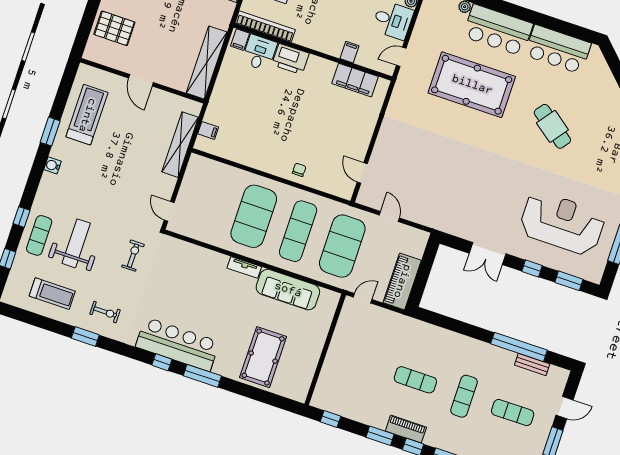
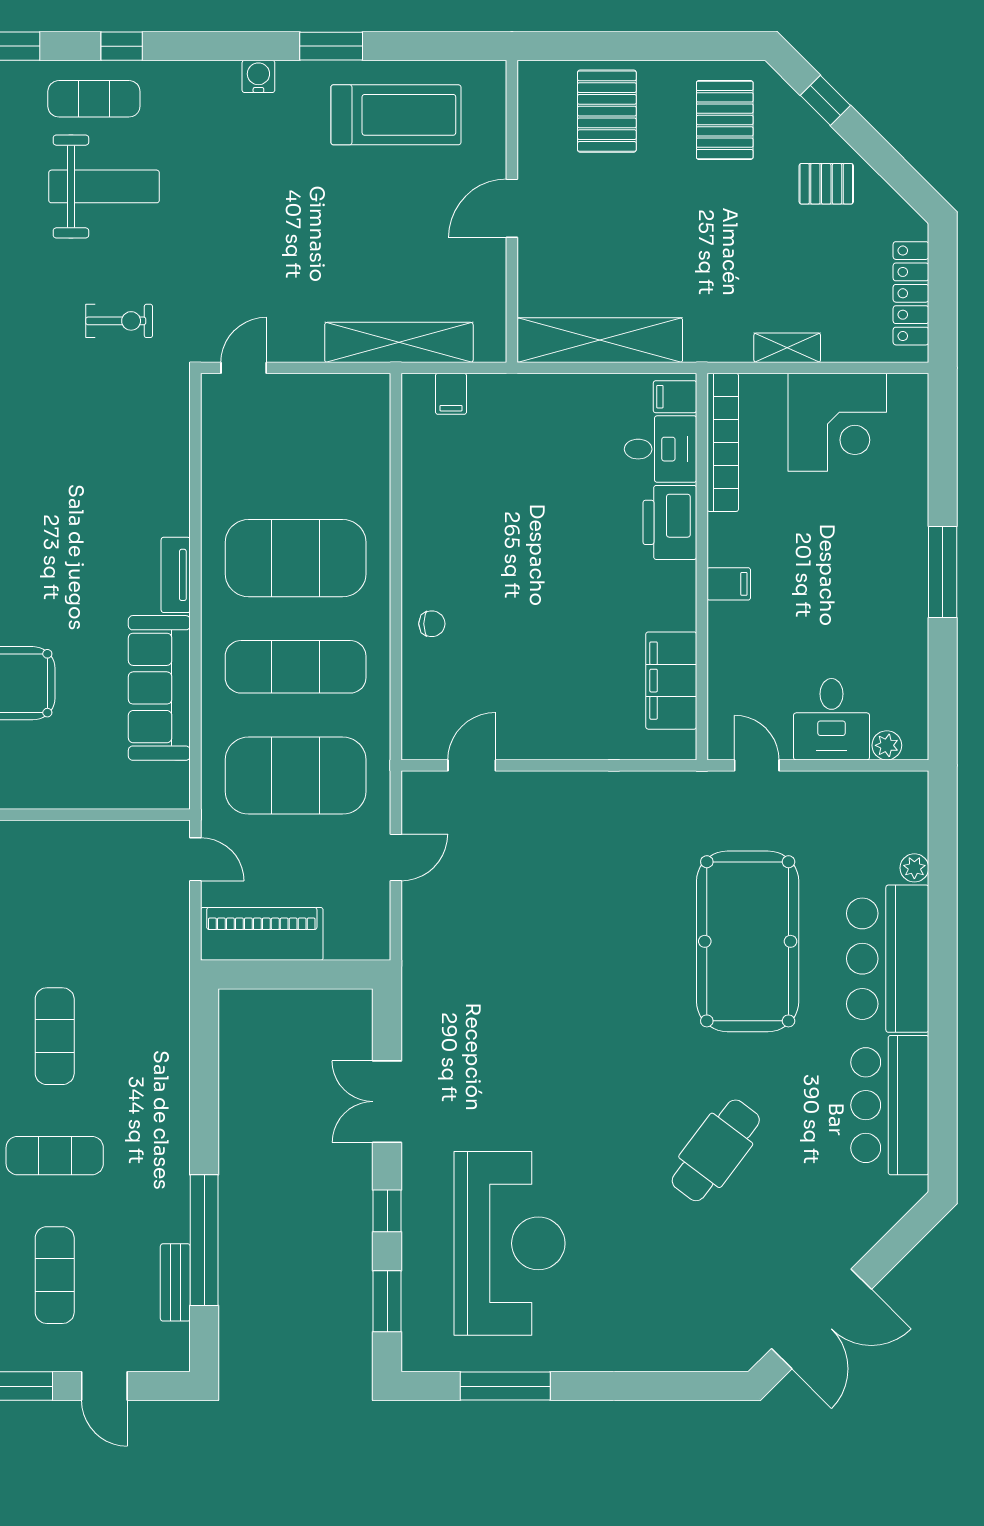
filing cabinet: (349, 52) -> (729, 584), moved

